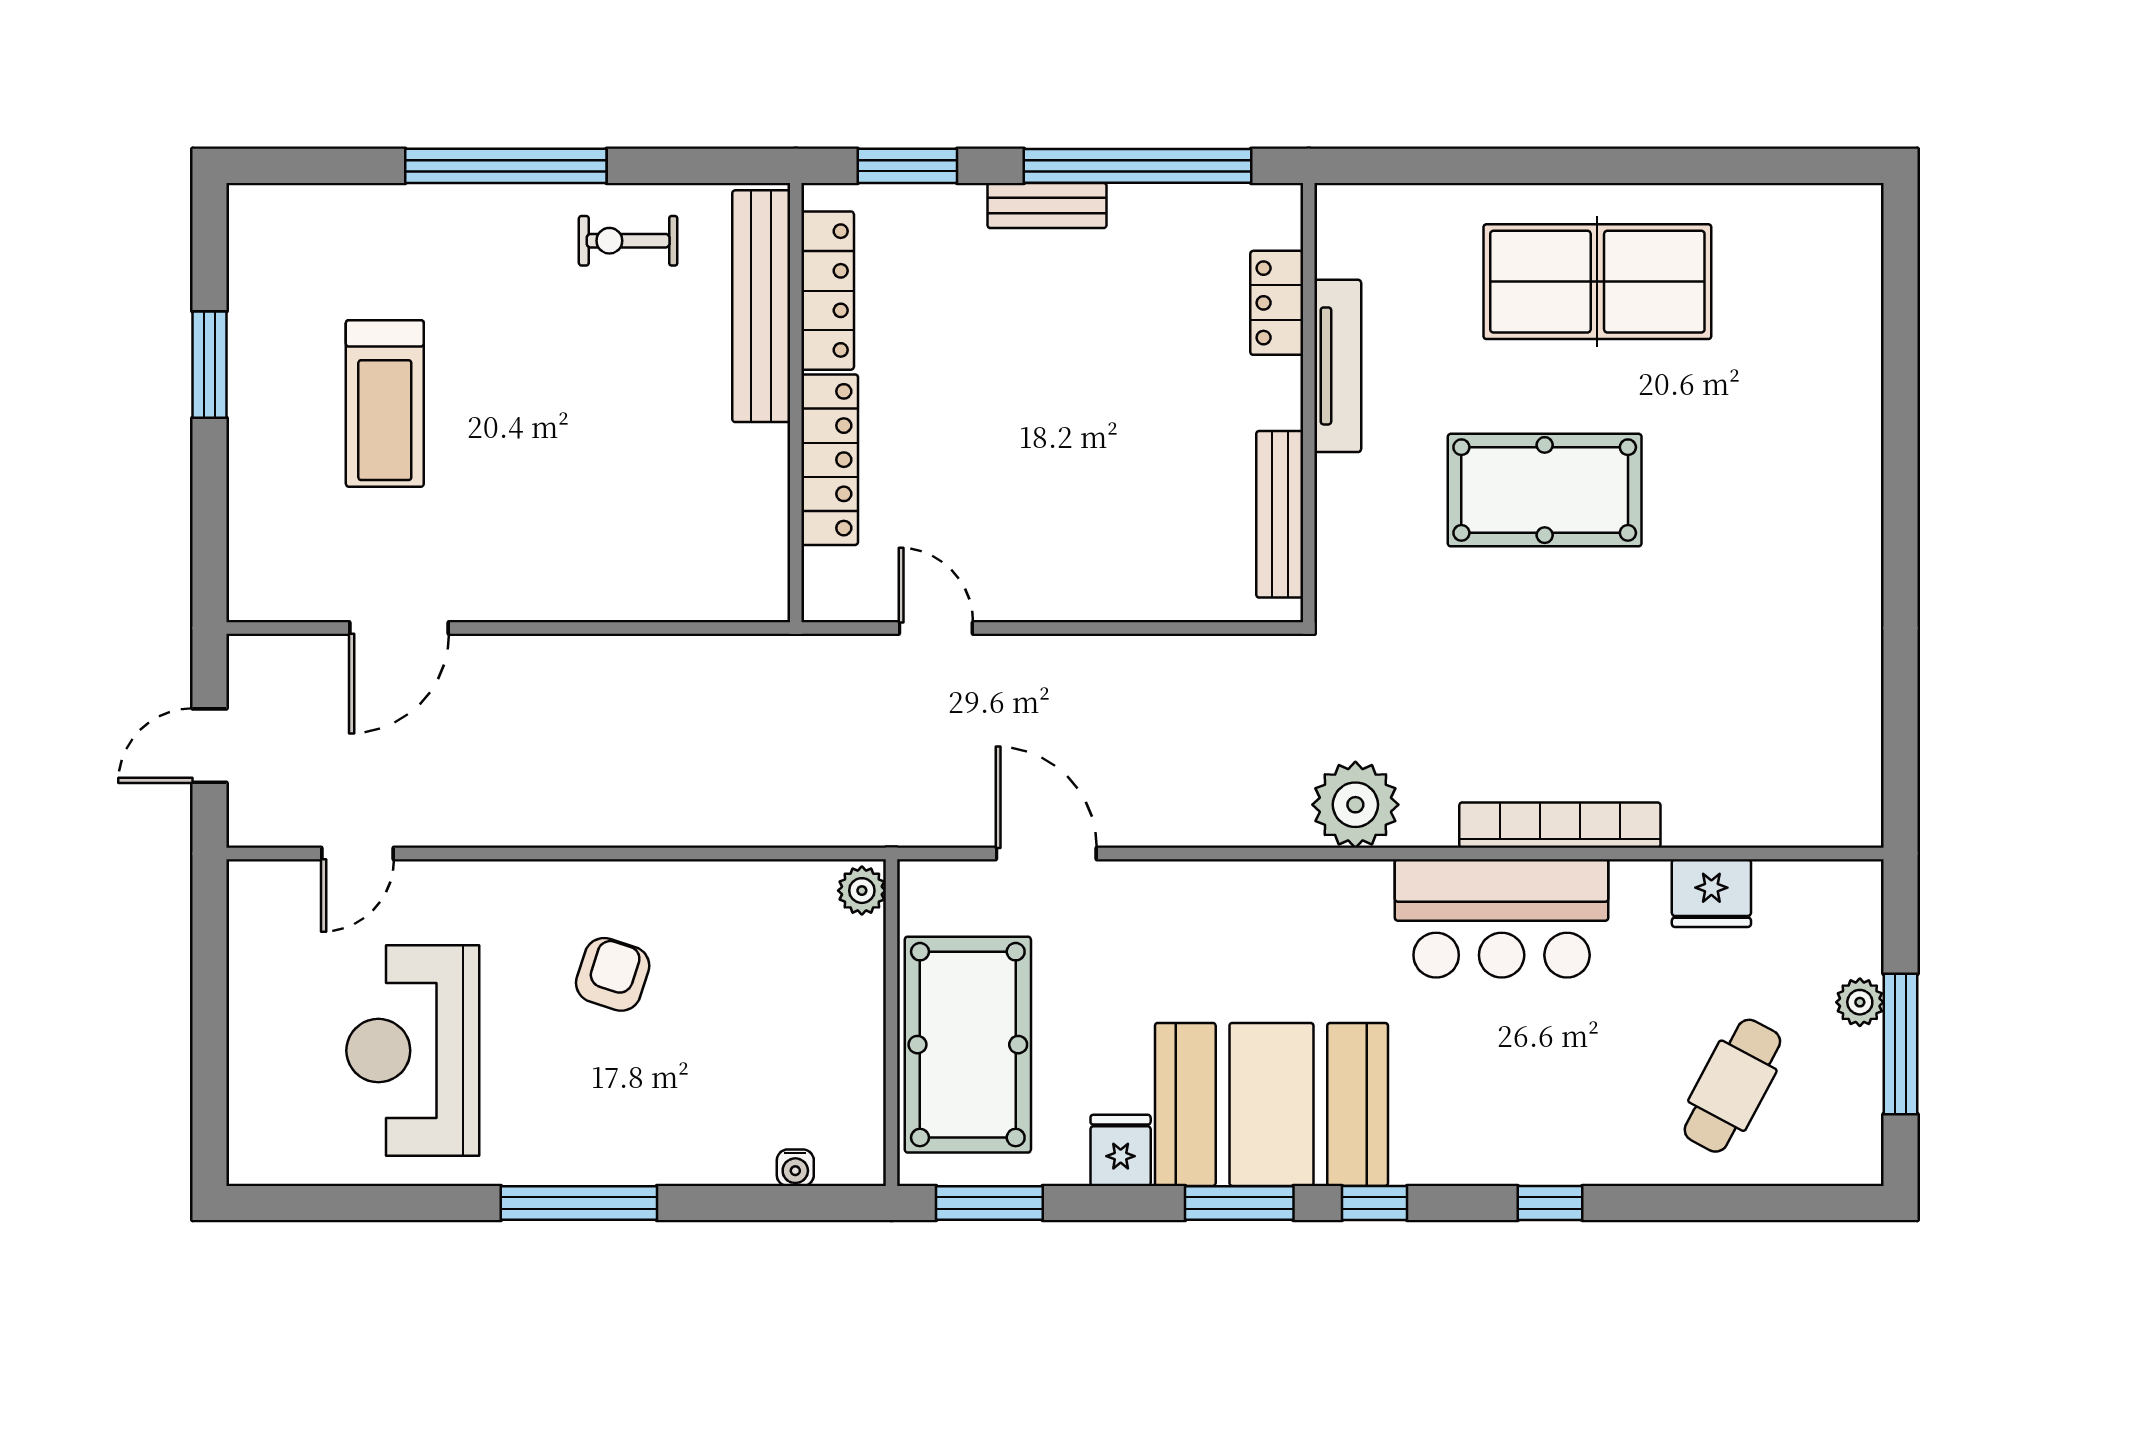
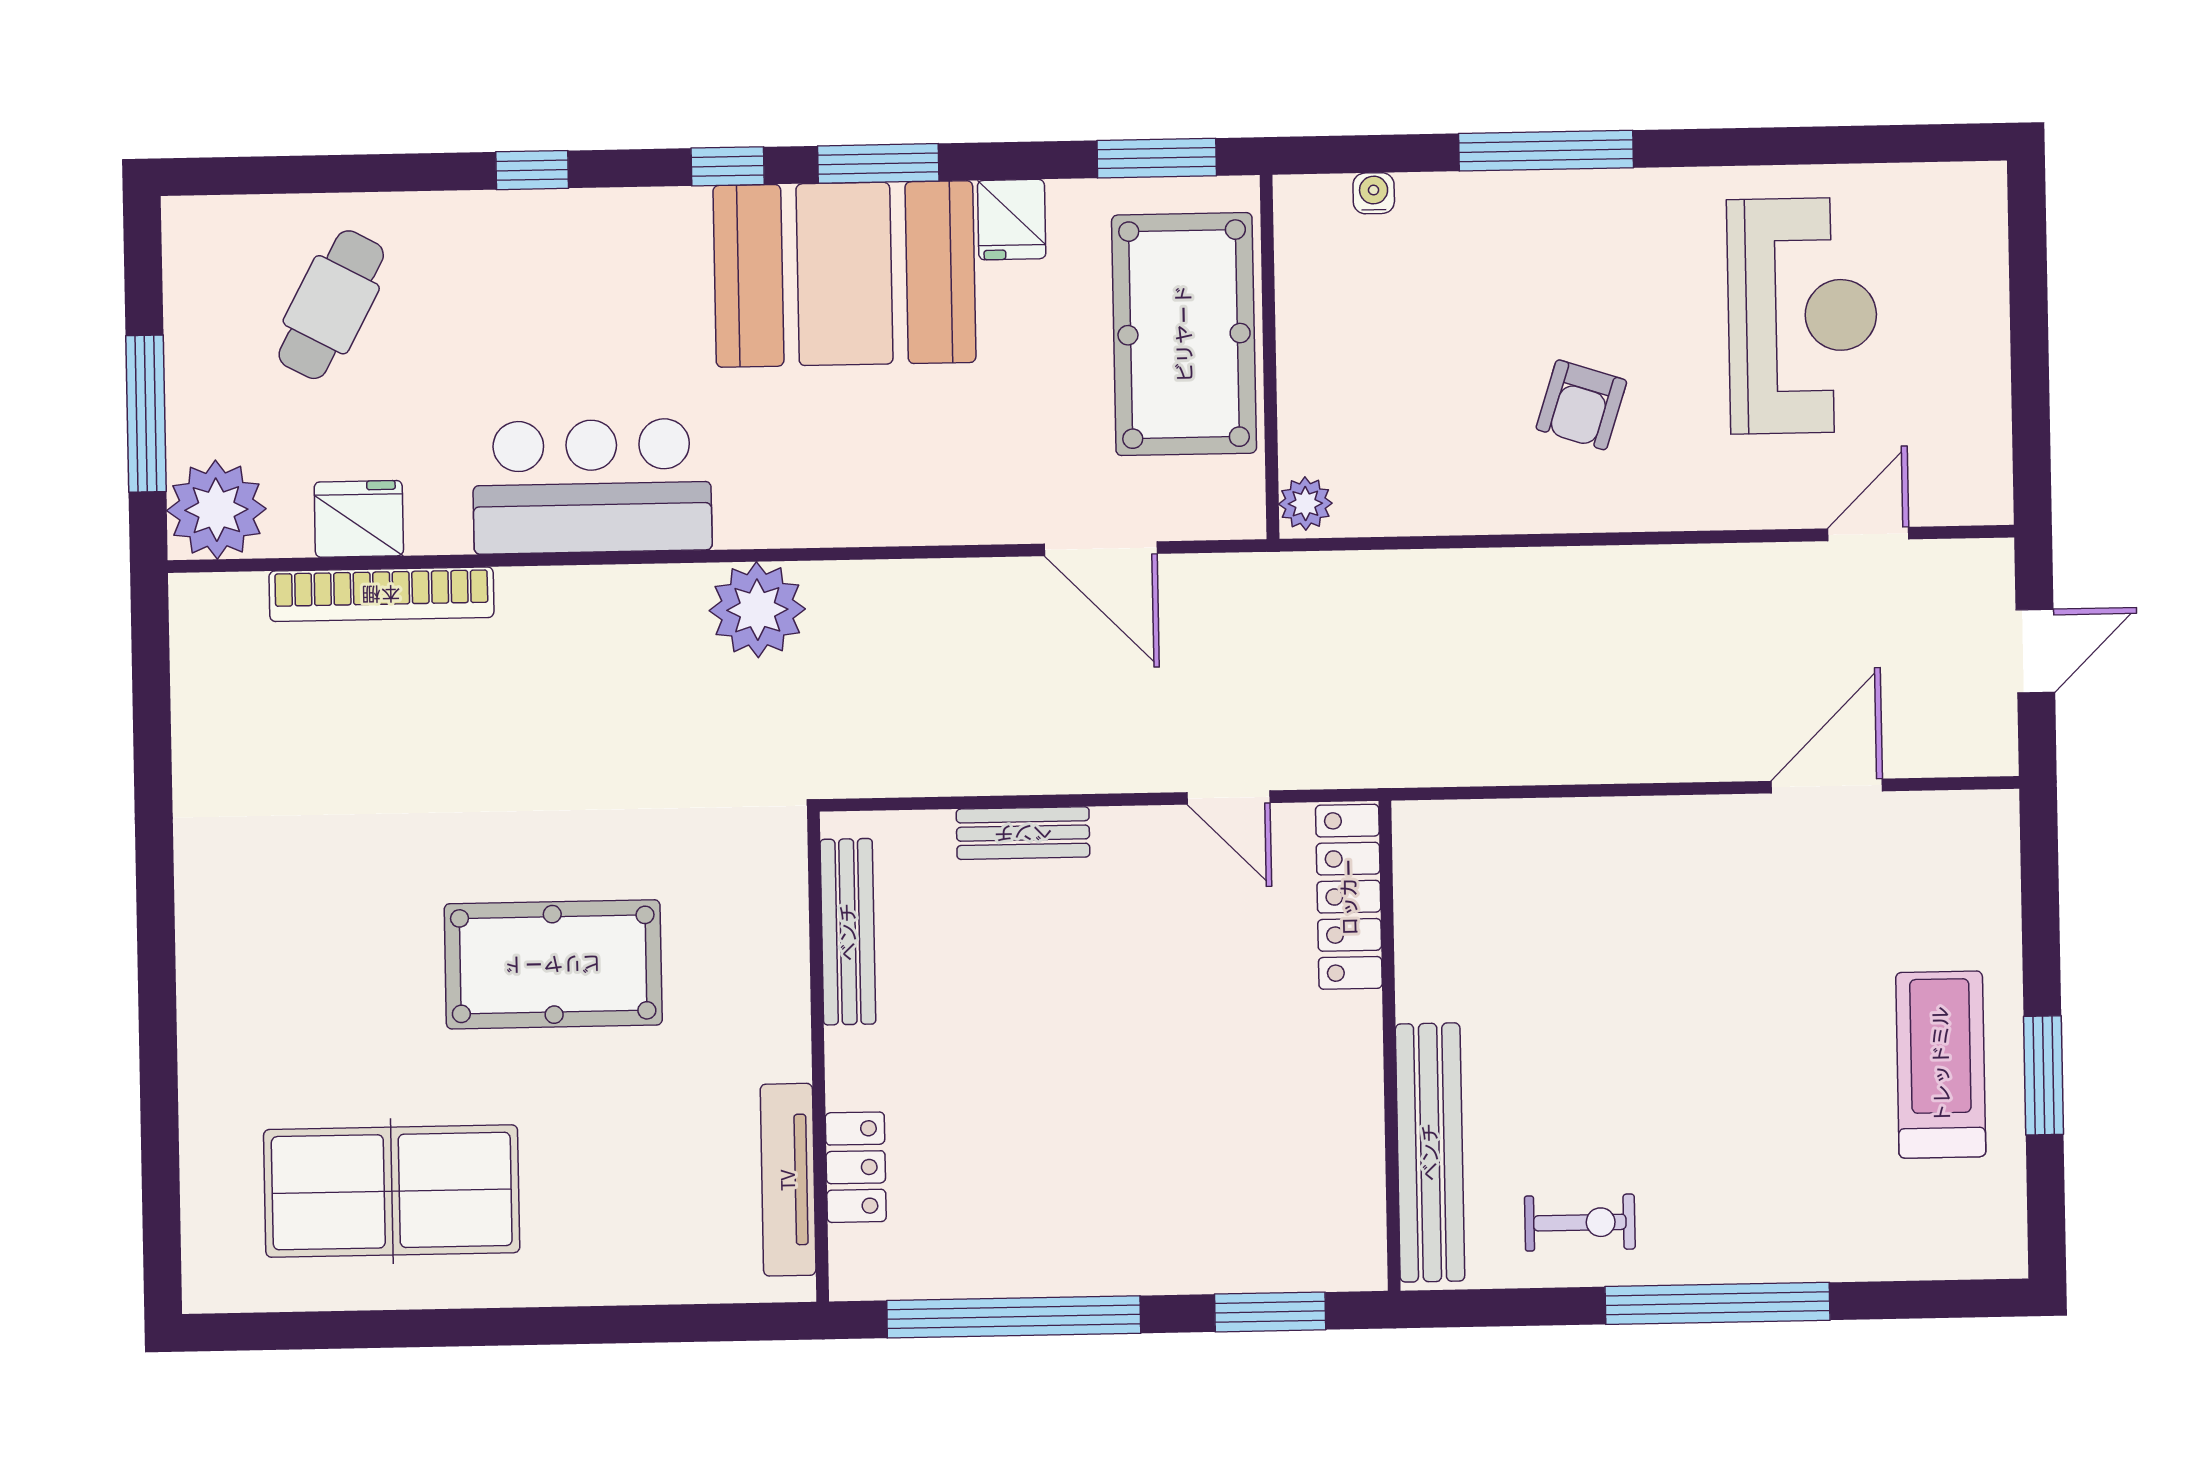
bench: (1047, 205) -> (1023, 833), moved
table tennis table: (1597, 282) -> (392, 1191), moved
locker: (828, 291) -> (1356, 1171), removed
tv unit: (1338, 366) -> (788, 1180), moved
treadmill: (385, 403) -> (1941, 1065), moved
locker: (830, 460) -> (1349, 897), moved
bookcase: (1560, 825) -> (381, 594), moved
plant: (1860, 1002) -> (216, 510), moved, width x1.87, depth x1.87
window: (1901, 1044) -> (146, 414), moved
window: (579, 1203) -> (1546, 151), moved

